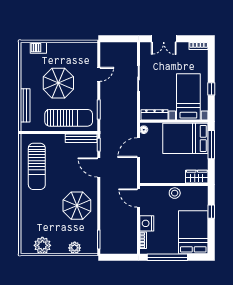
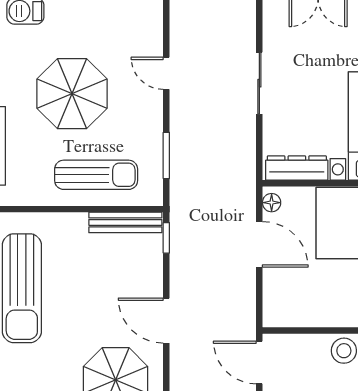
door: (99, 74) -> (166, 73), swing flipped
sun lounger: (69, 118) -> (96, 175), width x0.73, depth x0.75
door: (138, 148) -> (259, 244), swing flipped
door: (99, 168) -> (166, 321), moved

